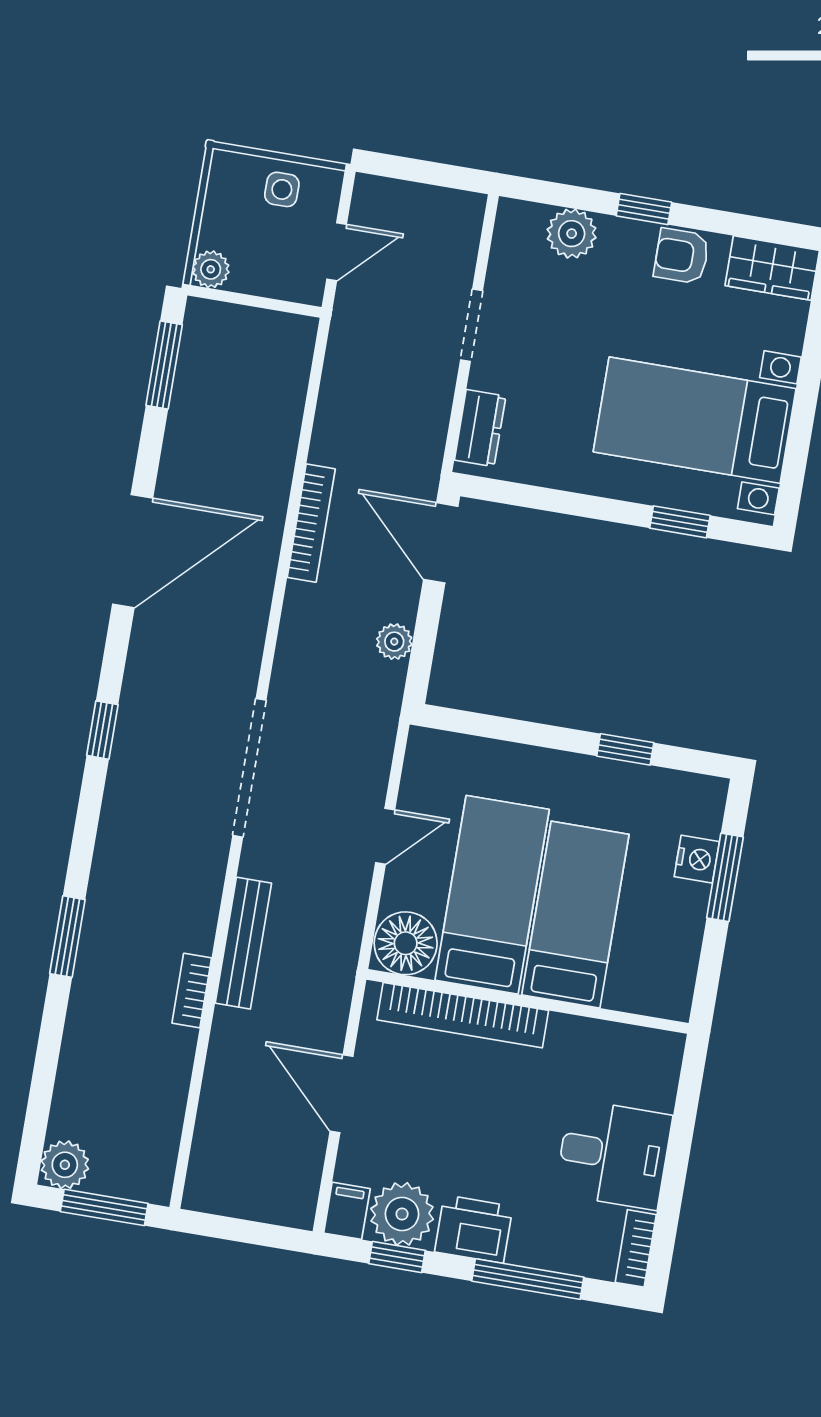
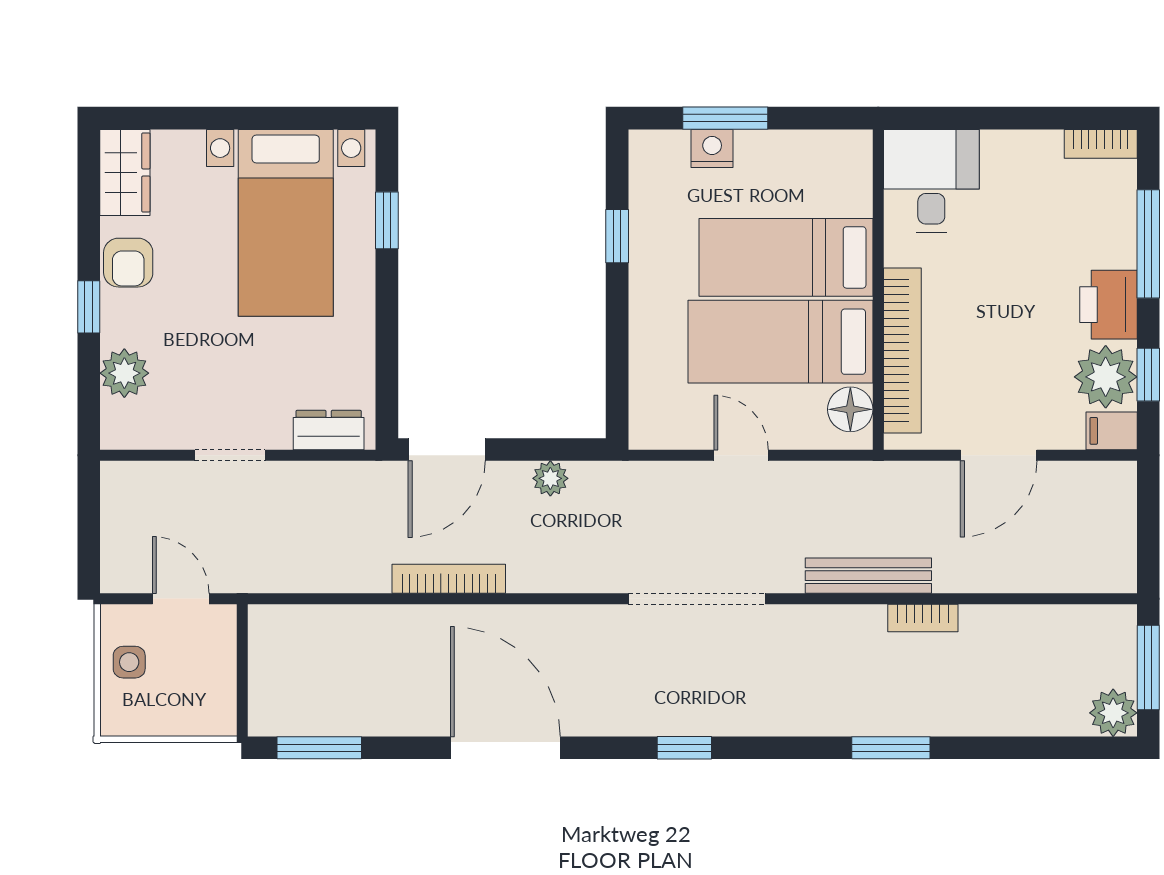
plant: (211, 269) -> (219, 718), removed
floor lamp: (406, 943) -> (850, 409), width x0.73, depth x0.73
desk: (614, 1154) -> (931, 181), moved

